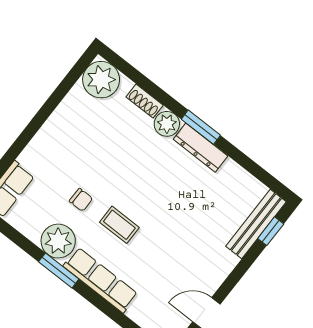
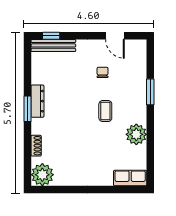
plant: (167, 124) -> (39, 126), removed
chair: (81, 200) -> (103, 72), moved
window: (59, 270) -> (150, 92), moved
row of seats: (100, 280) -> (139, 99), removed

